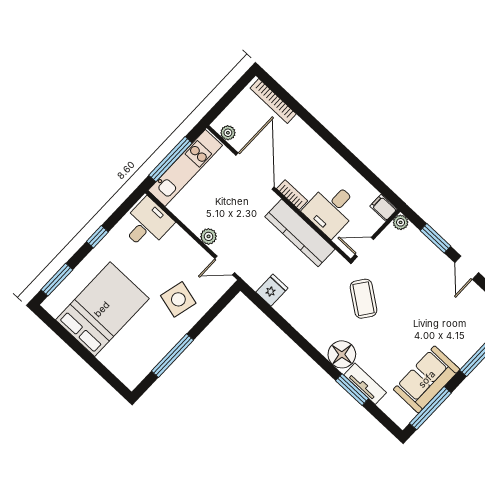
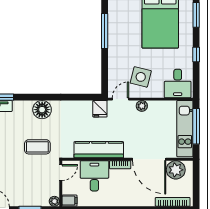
plant: (228, 133) -> (176, 170), width x1.88, depth x1.88
fridge: (272, 290) -> (100, 109), moved
side table: (178, 299) -> (141, 77), moved
coffee table: (363, 299) -> (37, 147), turned -36
floor lamp: (342, 354) -> (42, 110), moved

